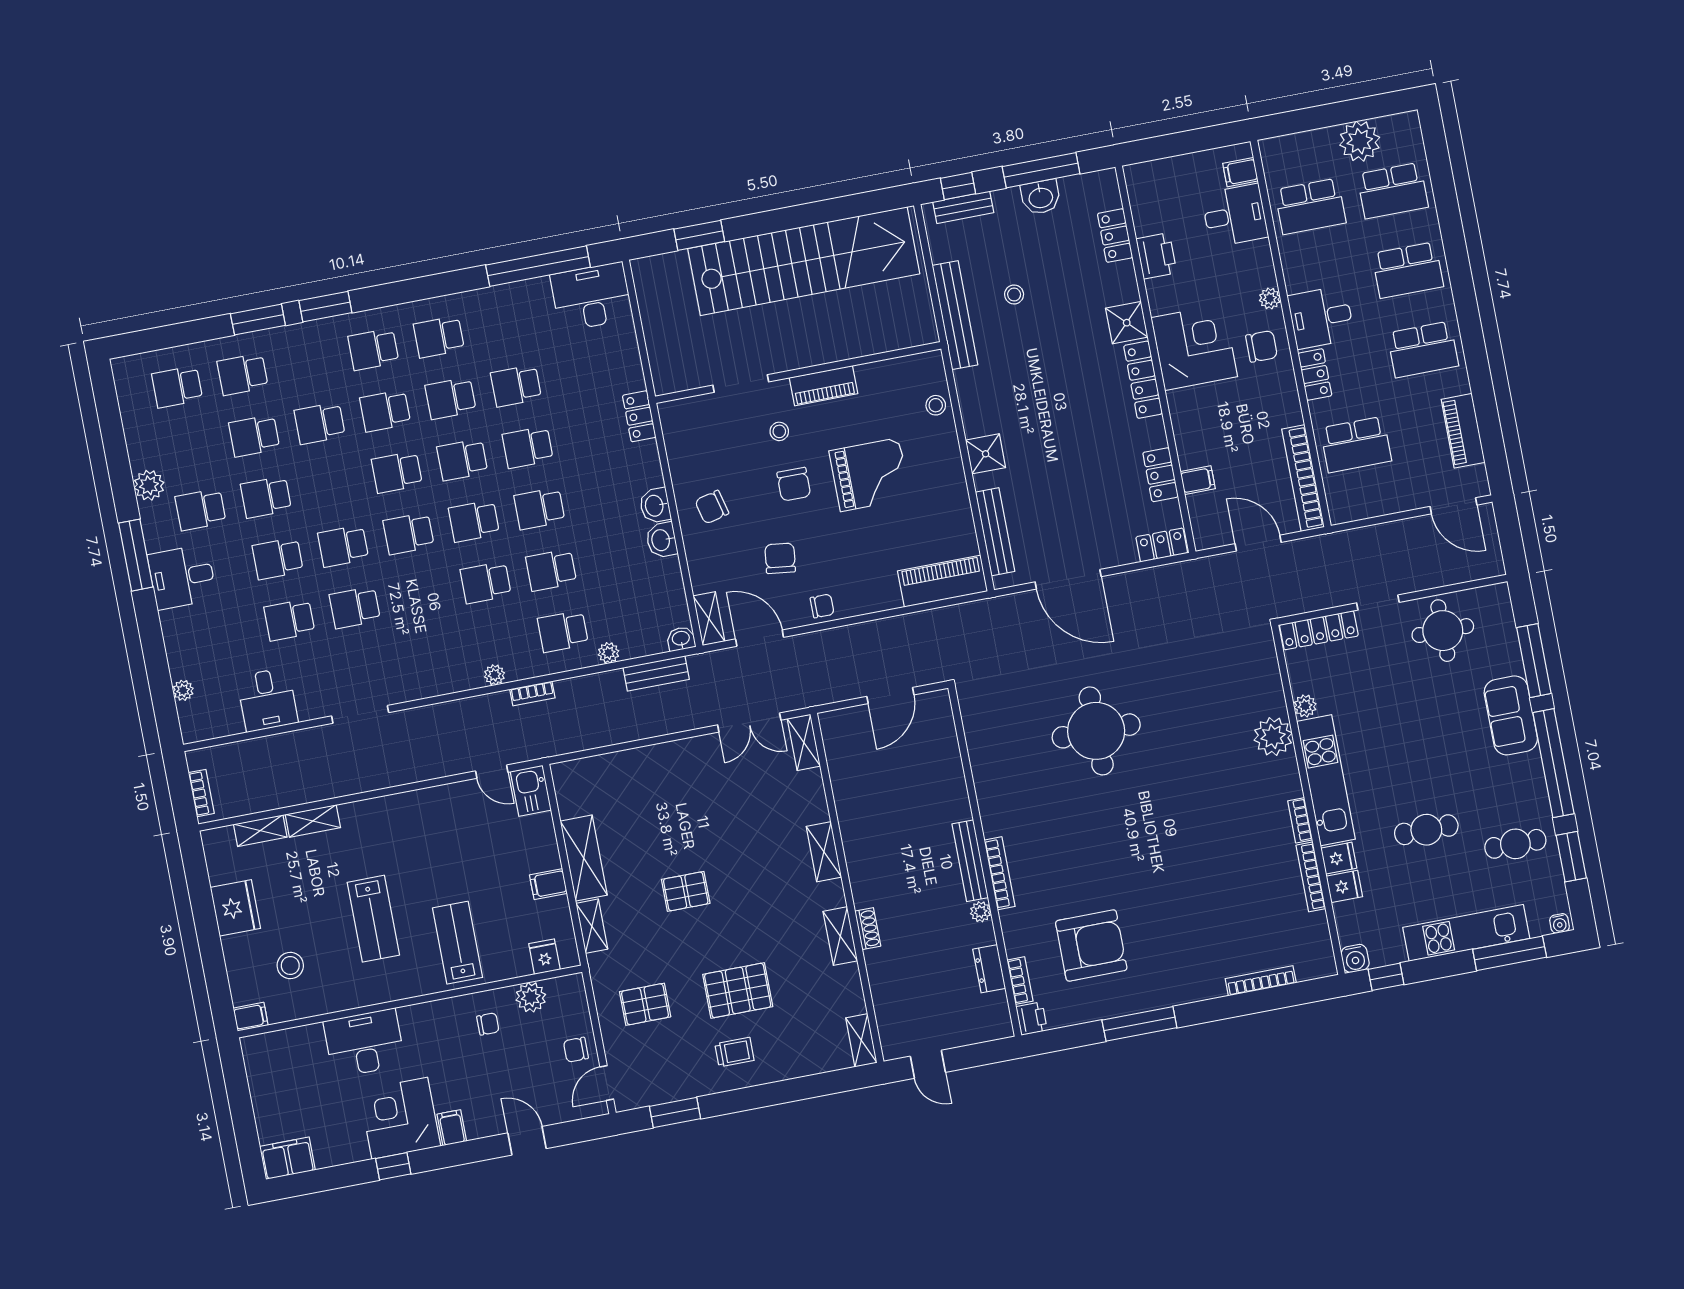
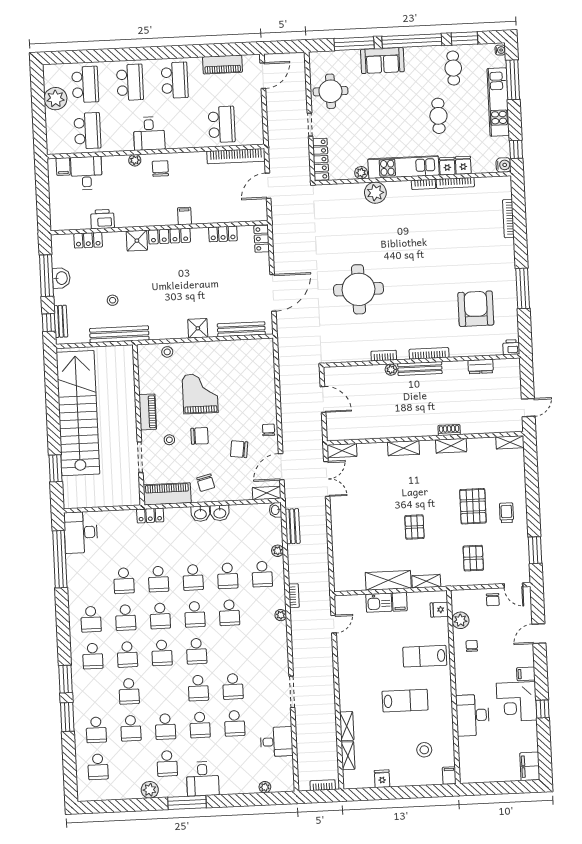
corner desk: (1194, 347) -> (156, 205), removed
locker: (1315, 375) -> (180, 141), removed
filing cabinet: (1198, 480) -> (184, 216), moved
piano: (943, 581) -> (167, 494), moved, turned 90
kitchen sink: (531, 791) -> (379, 603), moved
fridge: (235, 908) -> (382, 779), width x0.53, depth x0.75
plant: (981, 912) -> (391, 370), moved
bookcase: (1020, 981) -> (384, 356), moved

